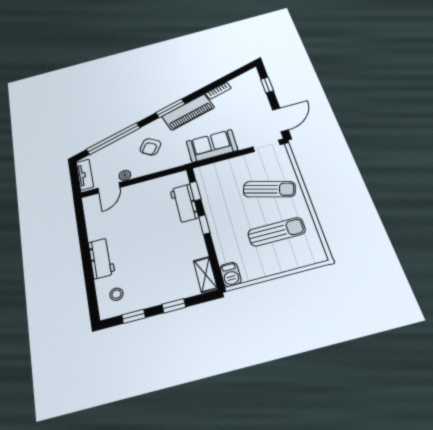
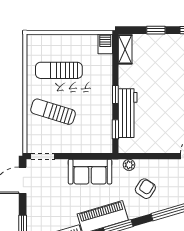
plant: (125, 175) -> (129, 165), moved
workbench: (184, 203) -> (128, 113), width x1.38

